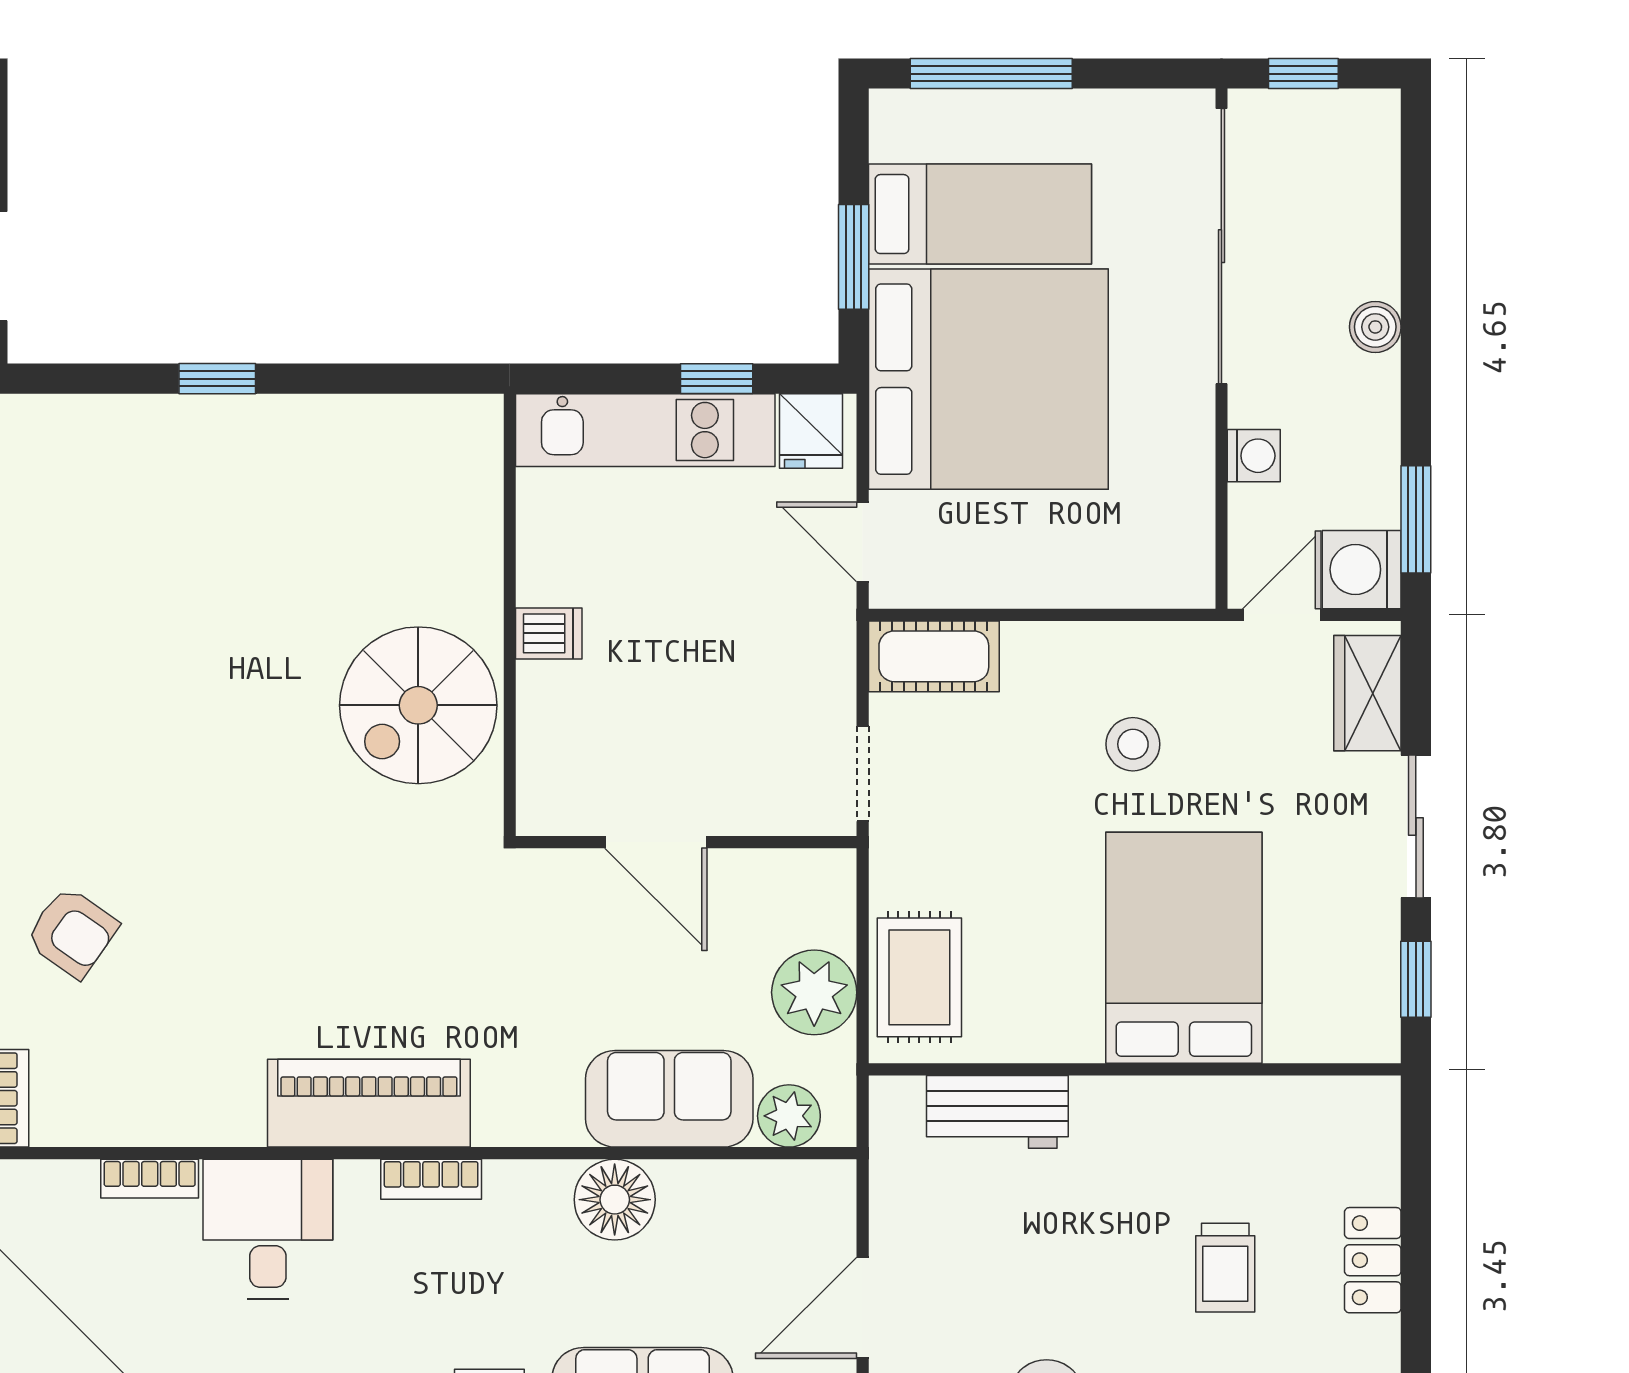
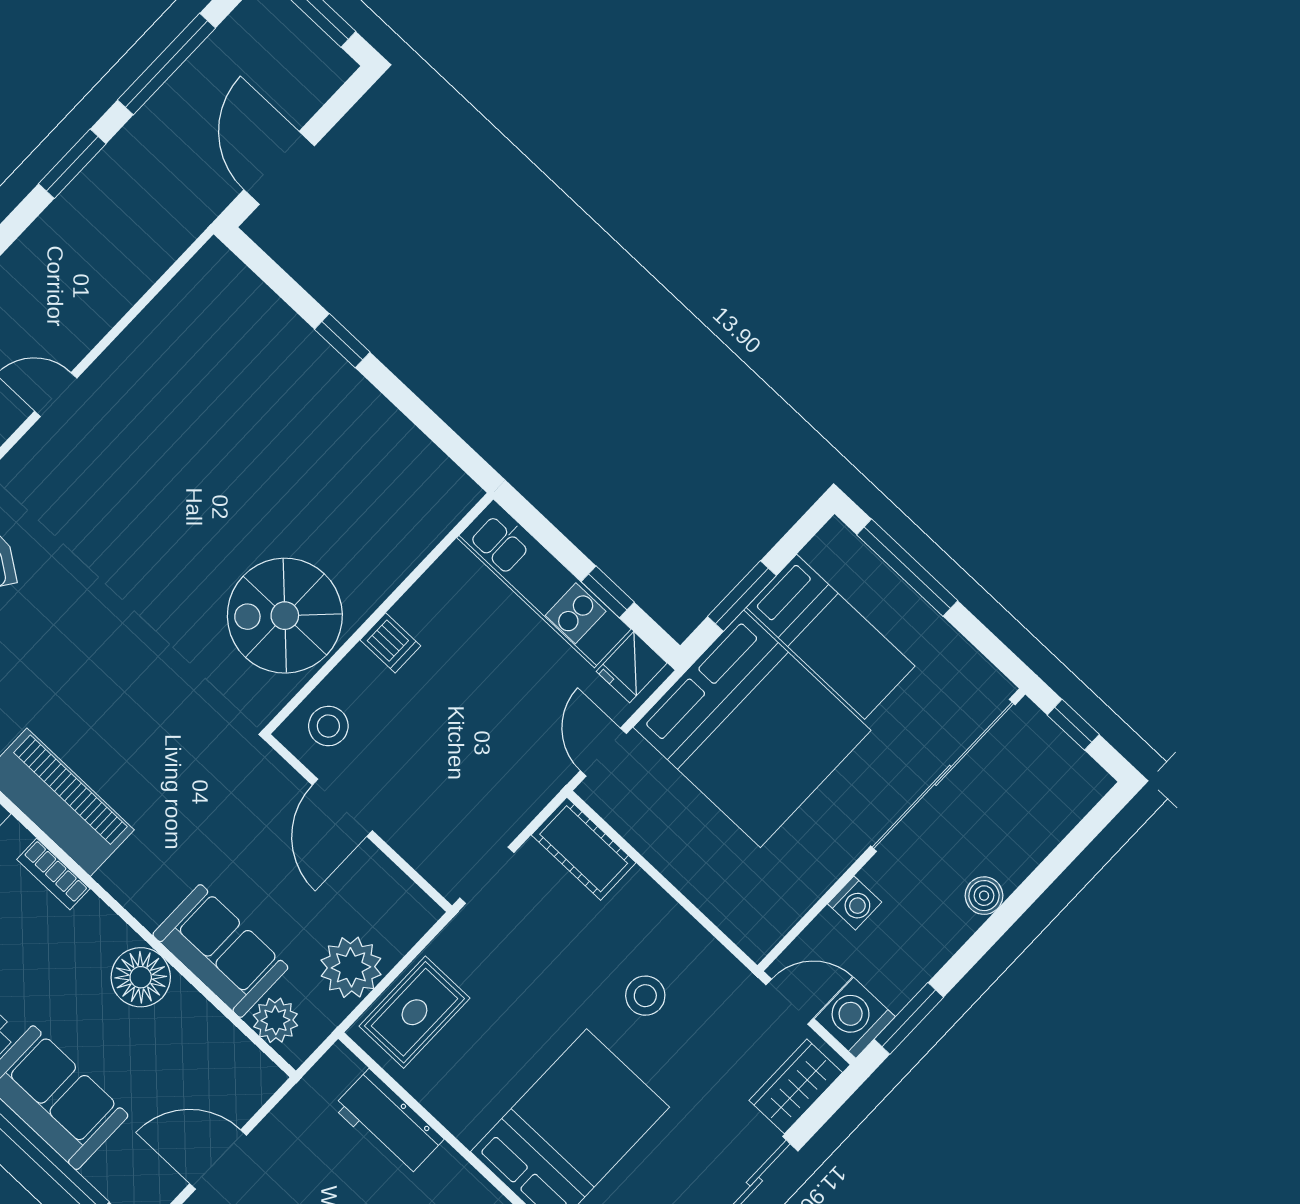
stool: (565, 774) -> (328, 726), added

